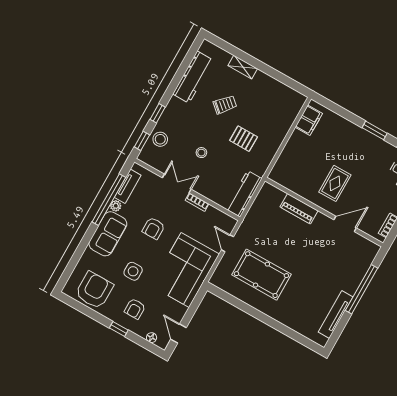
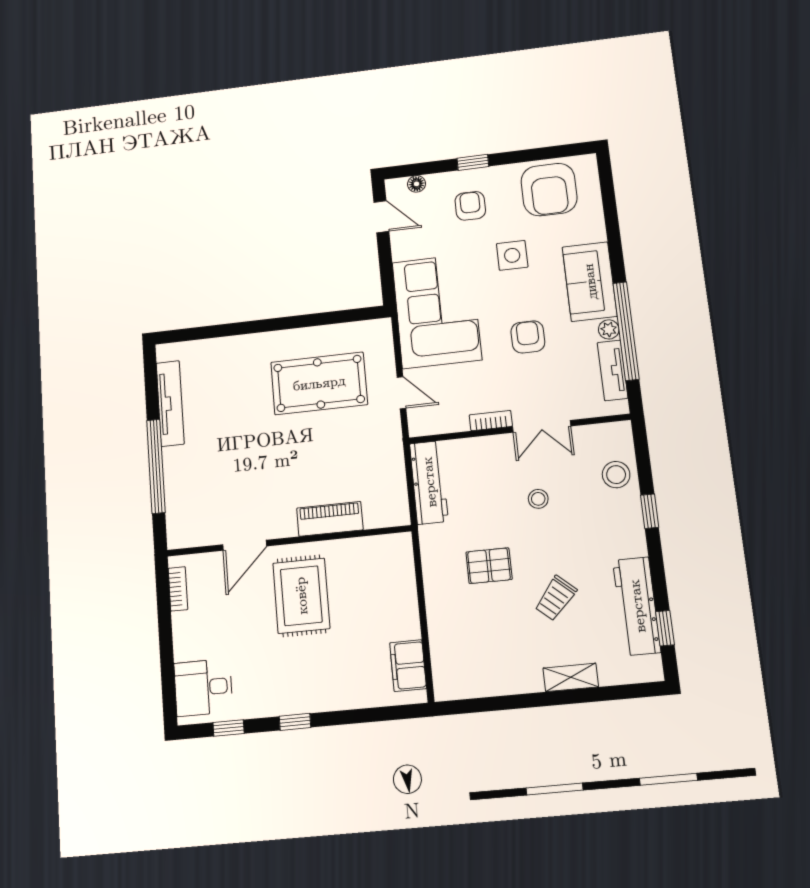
window: (375, 130) -> (295, 722), width x0.67
window: (142, 141) -> (665, 628), moved
rug: (335, 183) -> (301, 596), width x1.36, depth x1.43

